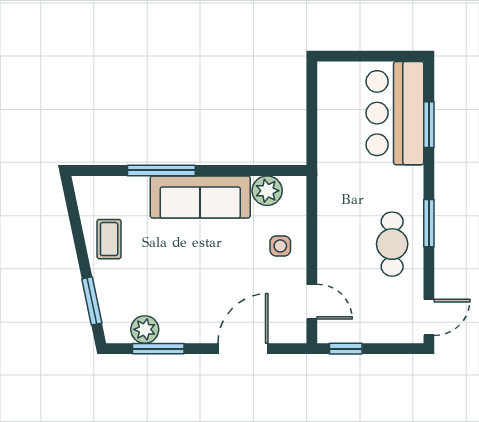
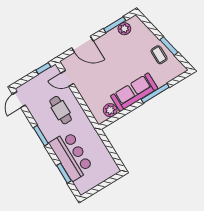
bar counter: (395, 113) -> (71, 156), moved
cafe table: (392, 244) -> (61, 110), moved
side table: (280, 246) -> (92, 92), removed
window: (92, 301) -> (169, 46), moved
door: (243, 349) -> (82, 44), hinge flipped

